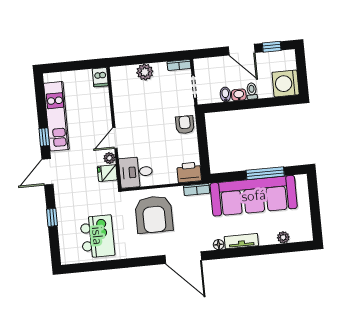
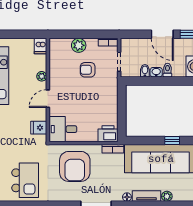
armchair: (185, 125) -> (88, 70), moved, turned -90
plant: (109, 158) -> (42, 76), moved
window: (265, 173) -> (172, 141), width x0.46
plant: (283, 237) -> (167, 196), moved

